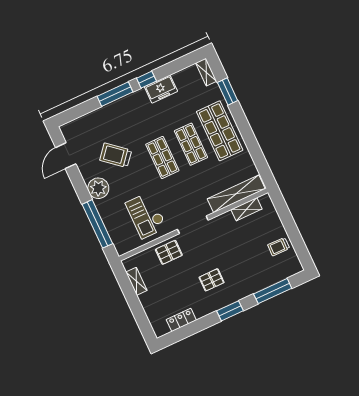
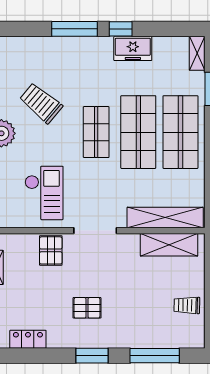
shop shelf: (191, 144) -> (138, 132), width x1.43, depth x1.36
shelving: (247, 209) -> (169, 245), width x1.50, depth x1.33
checkout: (146, 215) -> (44, 193), turned 180
pallet: (169, 252) -> (51, 250), turned 90

